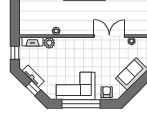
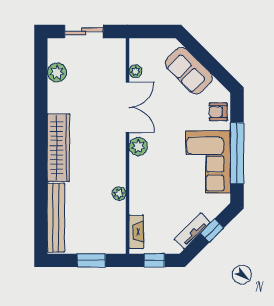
window: (15, 14) -> (91, 260), added
double door: (109, 36) -> (127, 107), swing flipped
plant: (49, 43) -> (138, 147), moved

